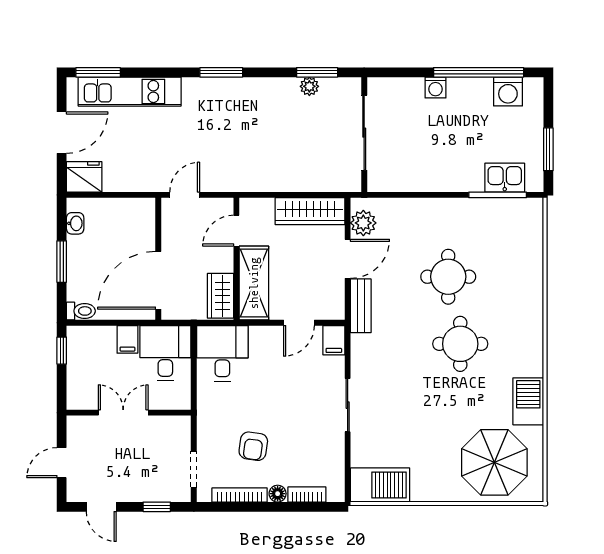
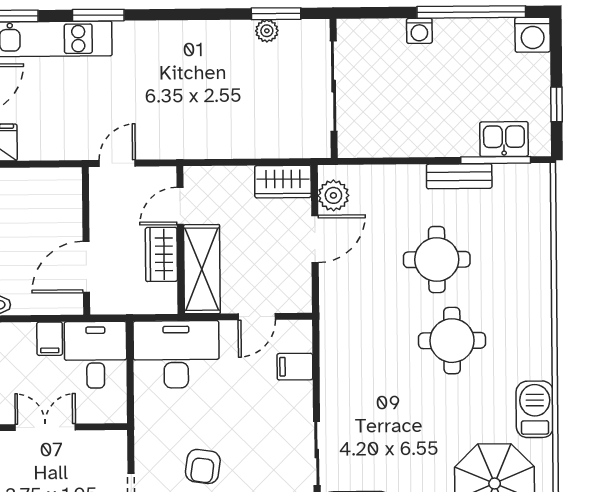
window: (221, 72) -> (98, 15), moved
washing machine: (508, 91) -> (533, 35), moved
window: (548, 149) -> (556, 104), width x0.67
wardrobe: (310, 211) -> (283, 182), width x0.67
door: (158, 280) -> (86, 267), width x0.73
wardrobe: (221, 296) -> (161, 254), moved
bench: (361, 306) -> (459, 176), moved, turned 90
filing cabinet: (334, 340) -> (295, 367), moved, turned 90
desk: (222, 353) -> (176, 354), width x1.37
sliding door: (348, 405) -> (317, 454), moved

